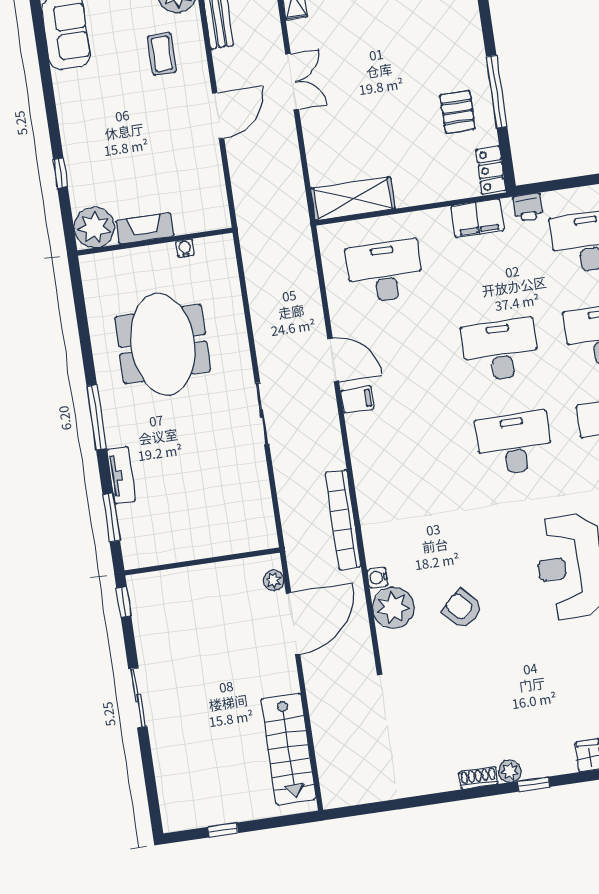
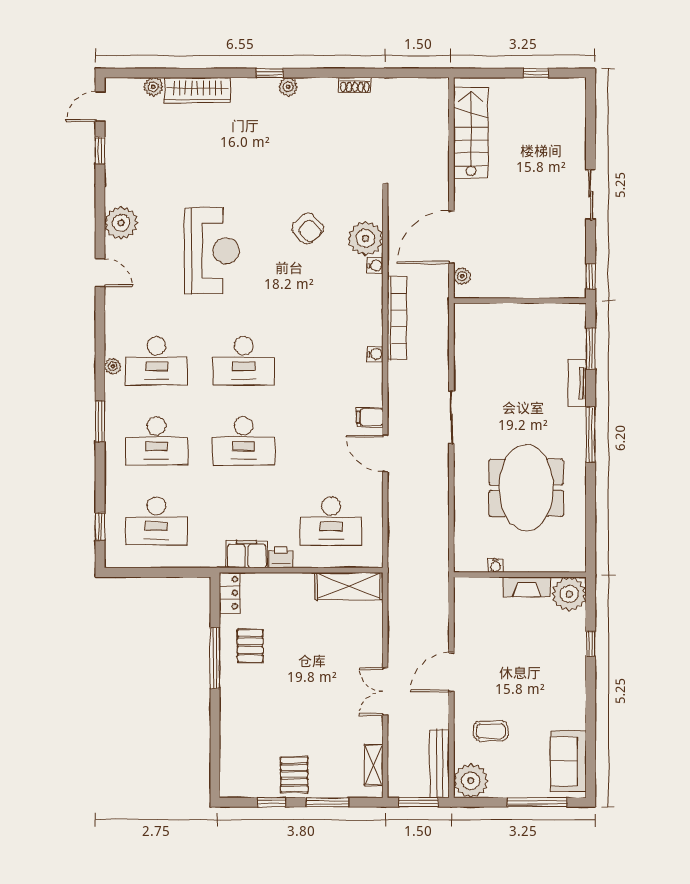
coffee table: (162, 54) -> (491, 731), turned 90
printer: (528, 207) -> (281, 557), moved
water cooler: (362, 474) -> (375, 354), added
shoe rack: (478, 778) -> (355, 85), moved

